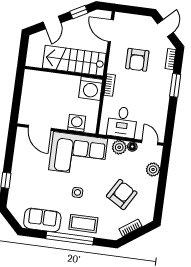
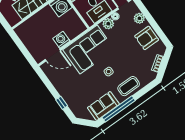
washing machine: (77, 123) -> (61, 40), moved
armchair: (122, 194) -> (147, 38), moved, turned -121
window: (70, 238) -> (119, 109), moved

